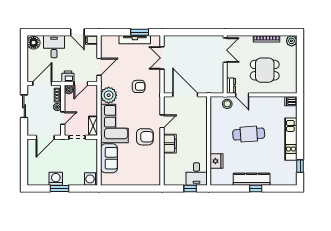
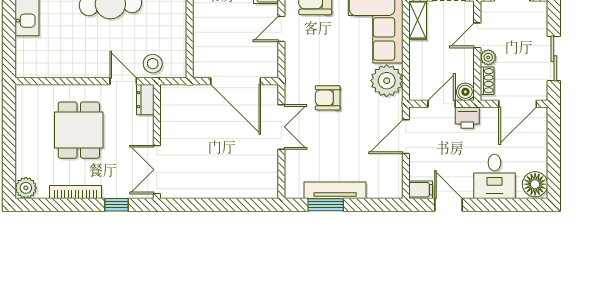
window: (246, 32) -> (116, 205), added
double door: (162, 58) -> (281, 127), moved
dining table: (265, 70) -> (79, 130), turned 90
dishwasher: (291, 101) -> (27, 69), removed

